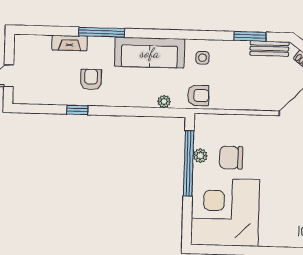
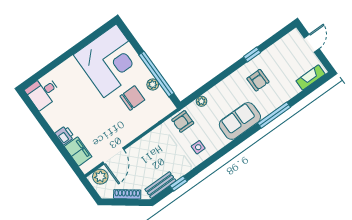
window: (250, 36) -> (178, 183), width x0.67
fireplace: (70, 43) -> (311, 77), moved
sofa: (150, 53) -> (240, 121), width x0.73

